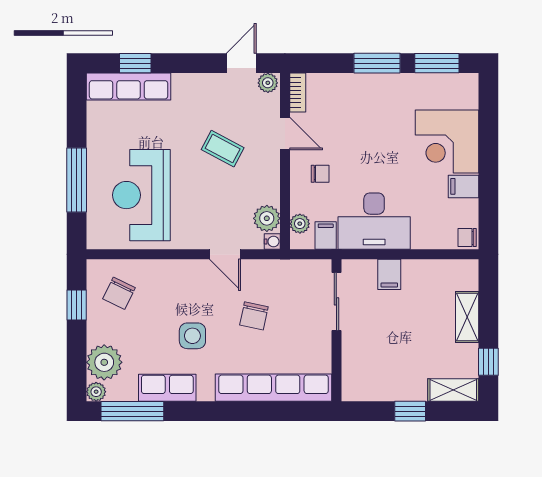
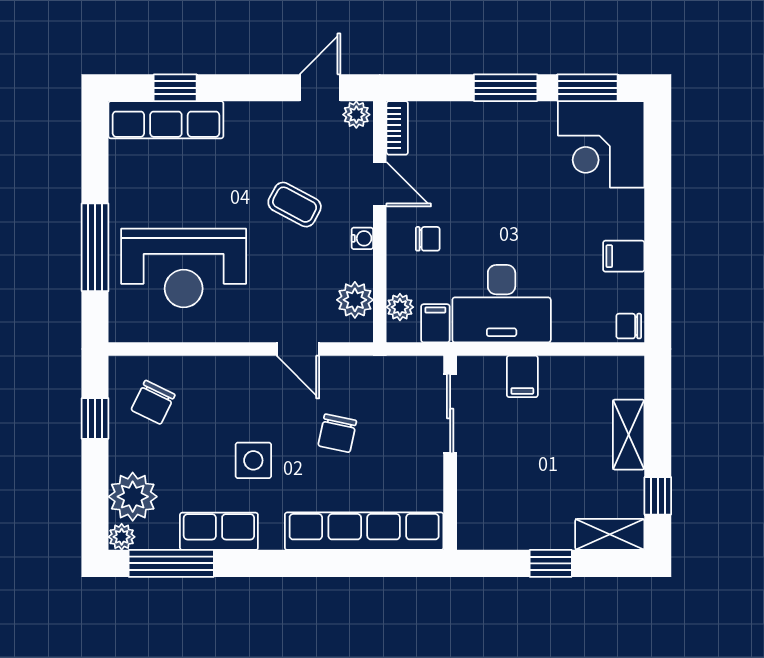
corner desk: (447, 141) -> (601, 144), moved
reception desk: (141, 195) -> (184, 268), turned -90
water cooler: (272, 242) -> (362, 238), moved

